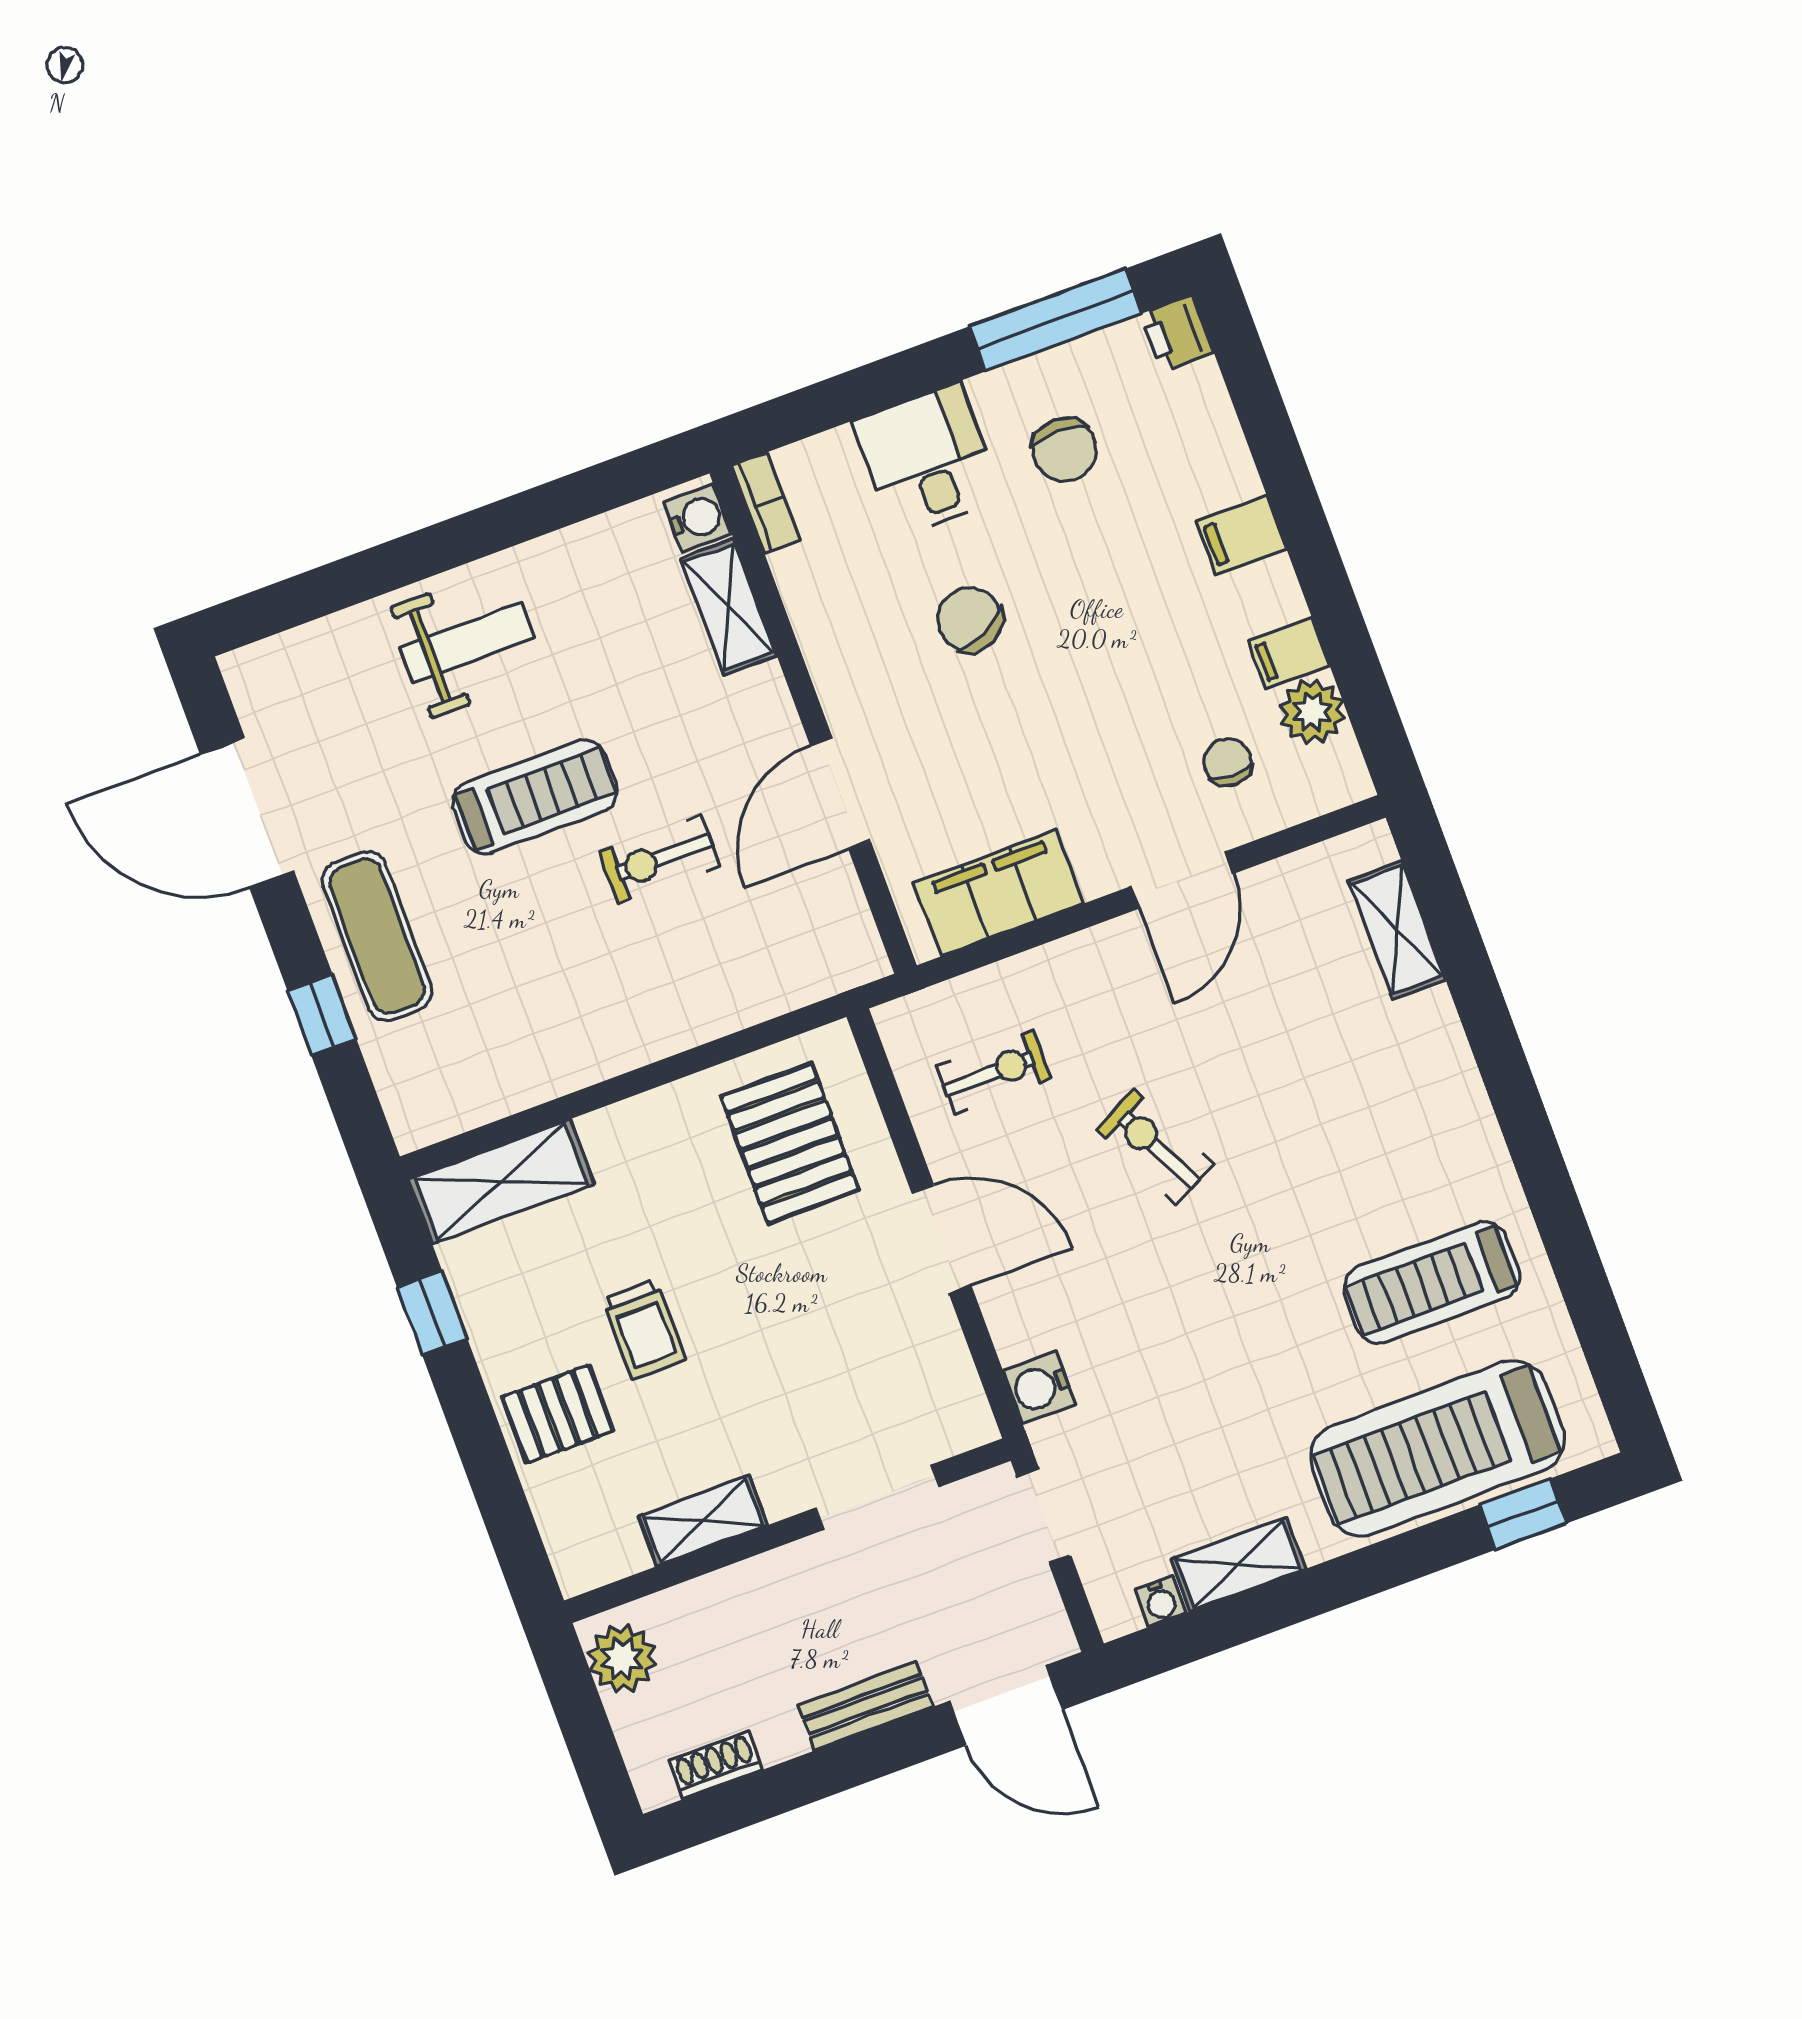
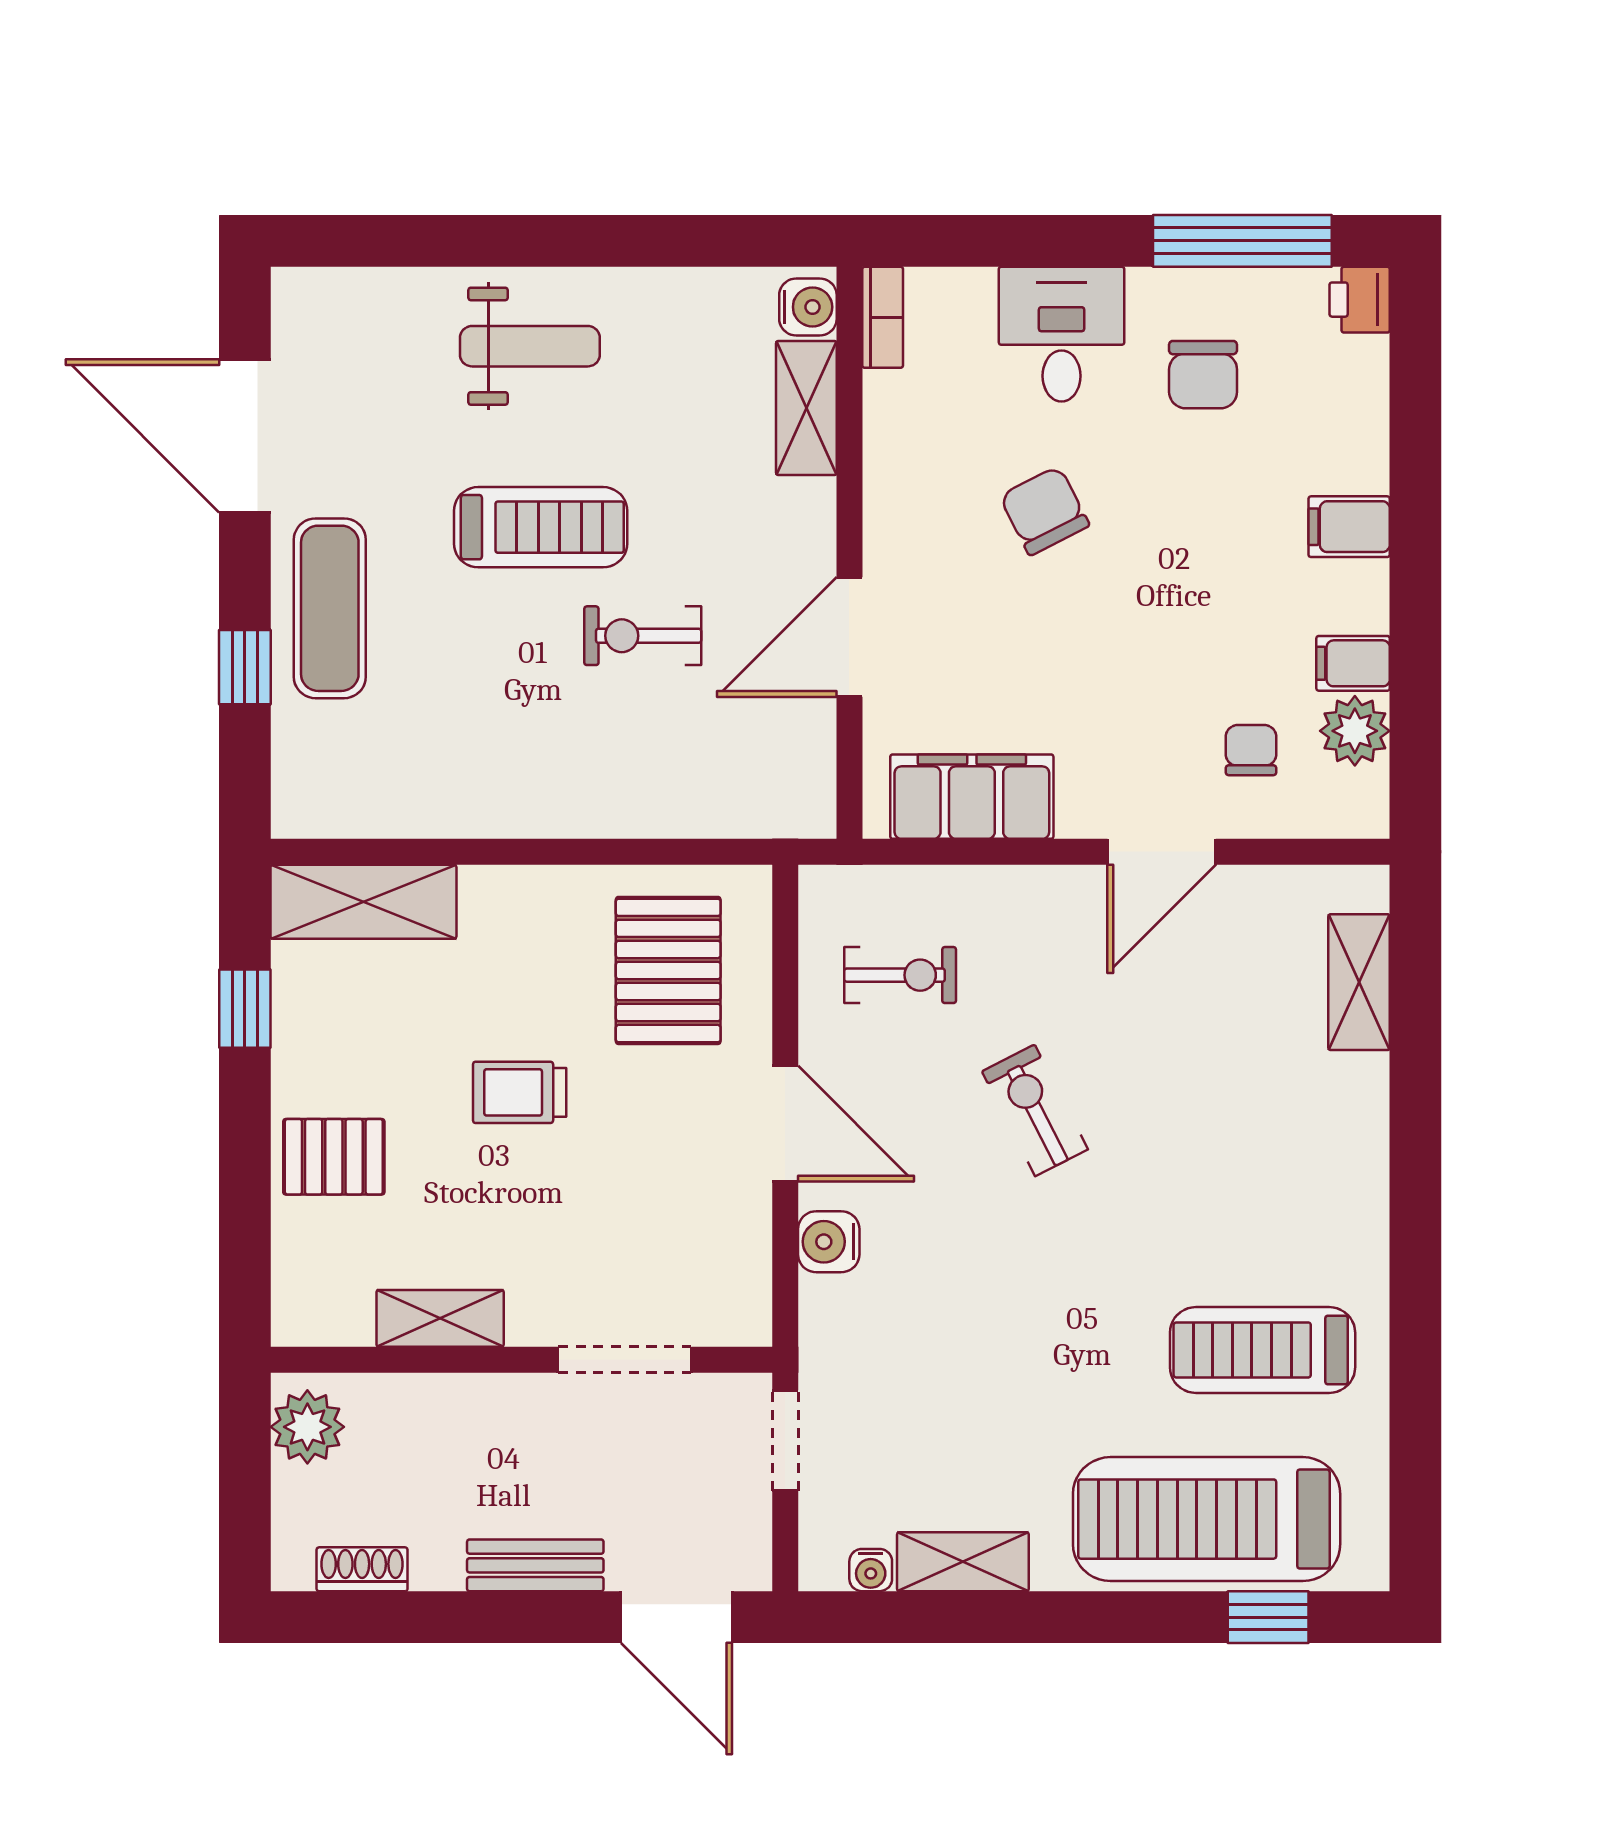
trolley: (644, 1330) -> (520, 1092), moved, turned 90
water cooler: (1040, 1388) -> (829, 1242), moved

